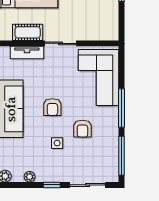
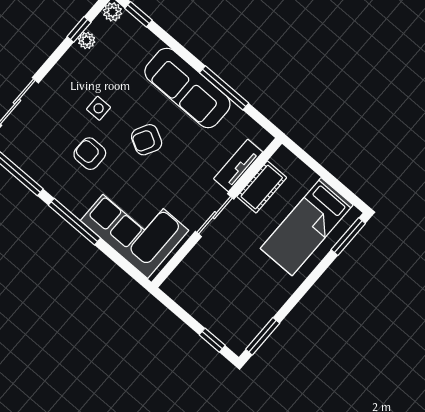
armchair: (52, 107) -> (147, 140), turned -62
window: (52, 185) -> (79, 29), moved

